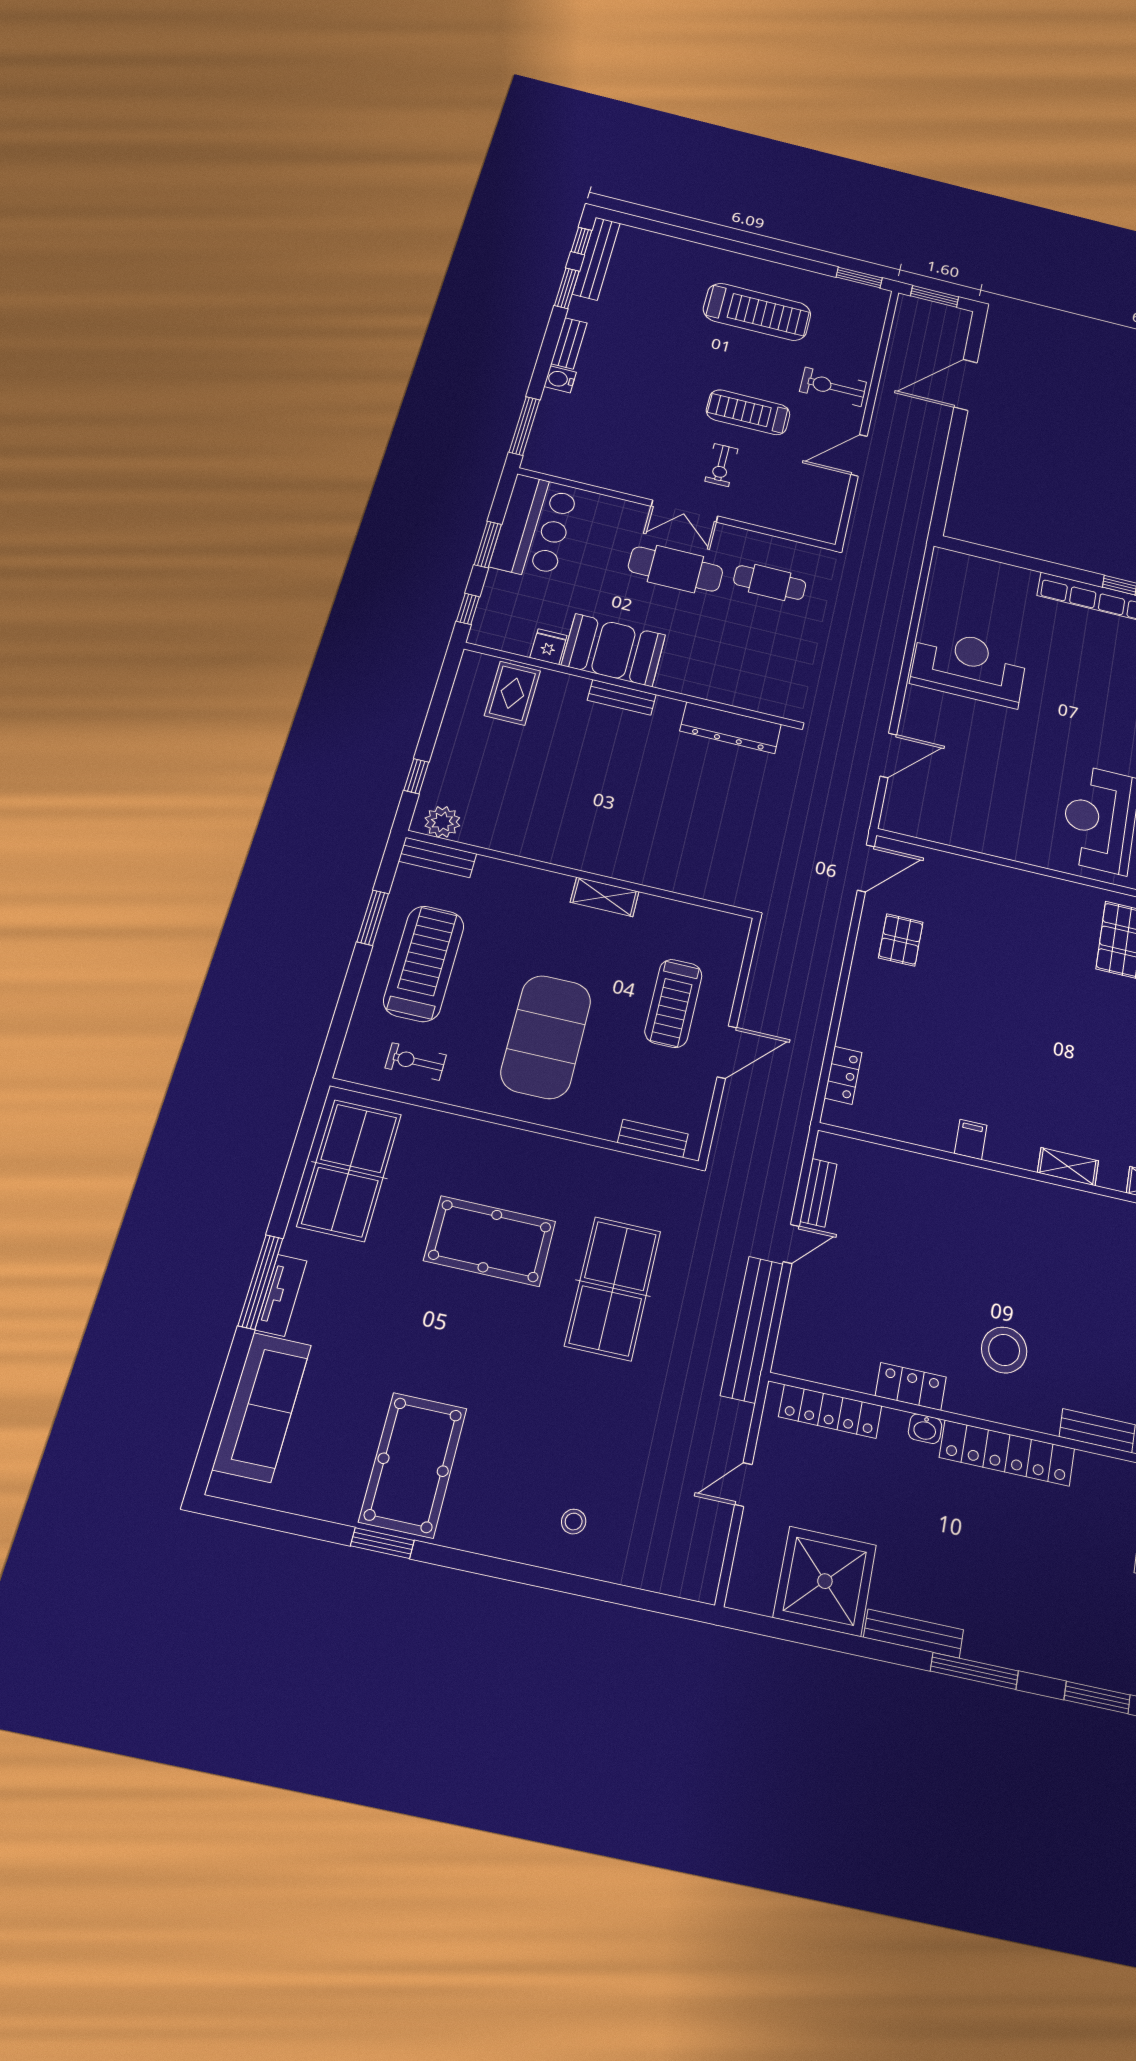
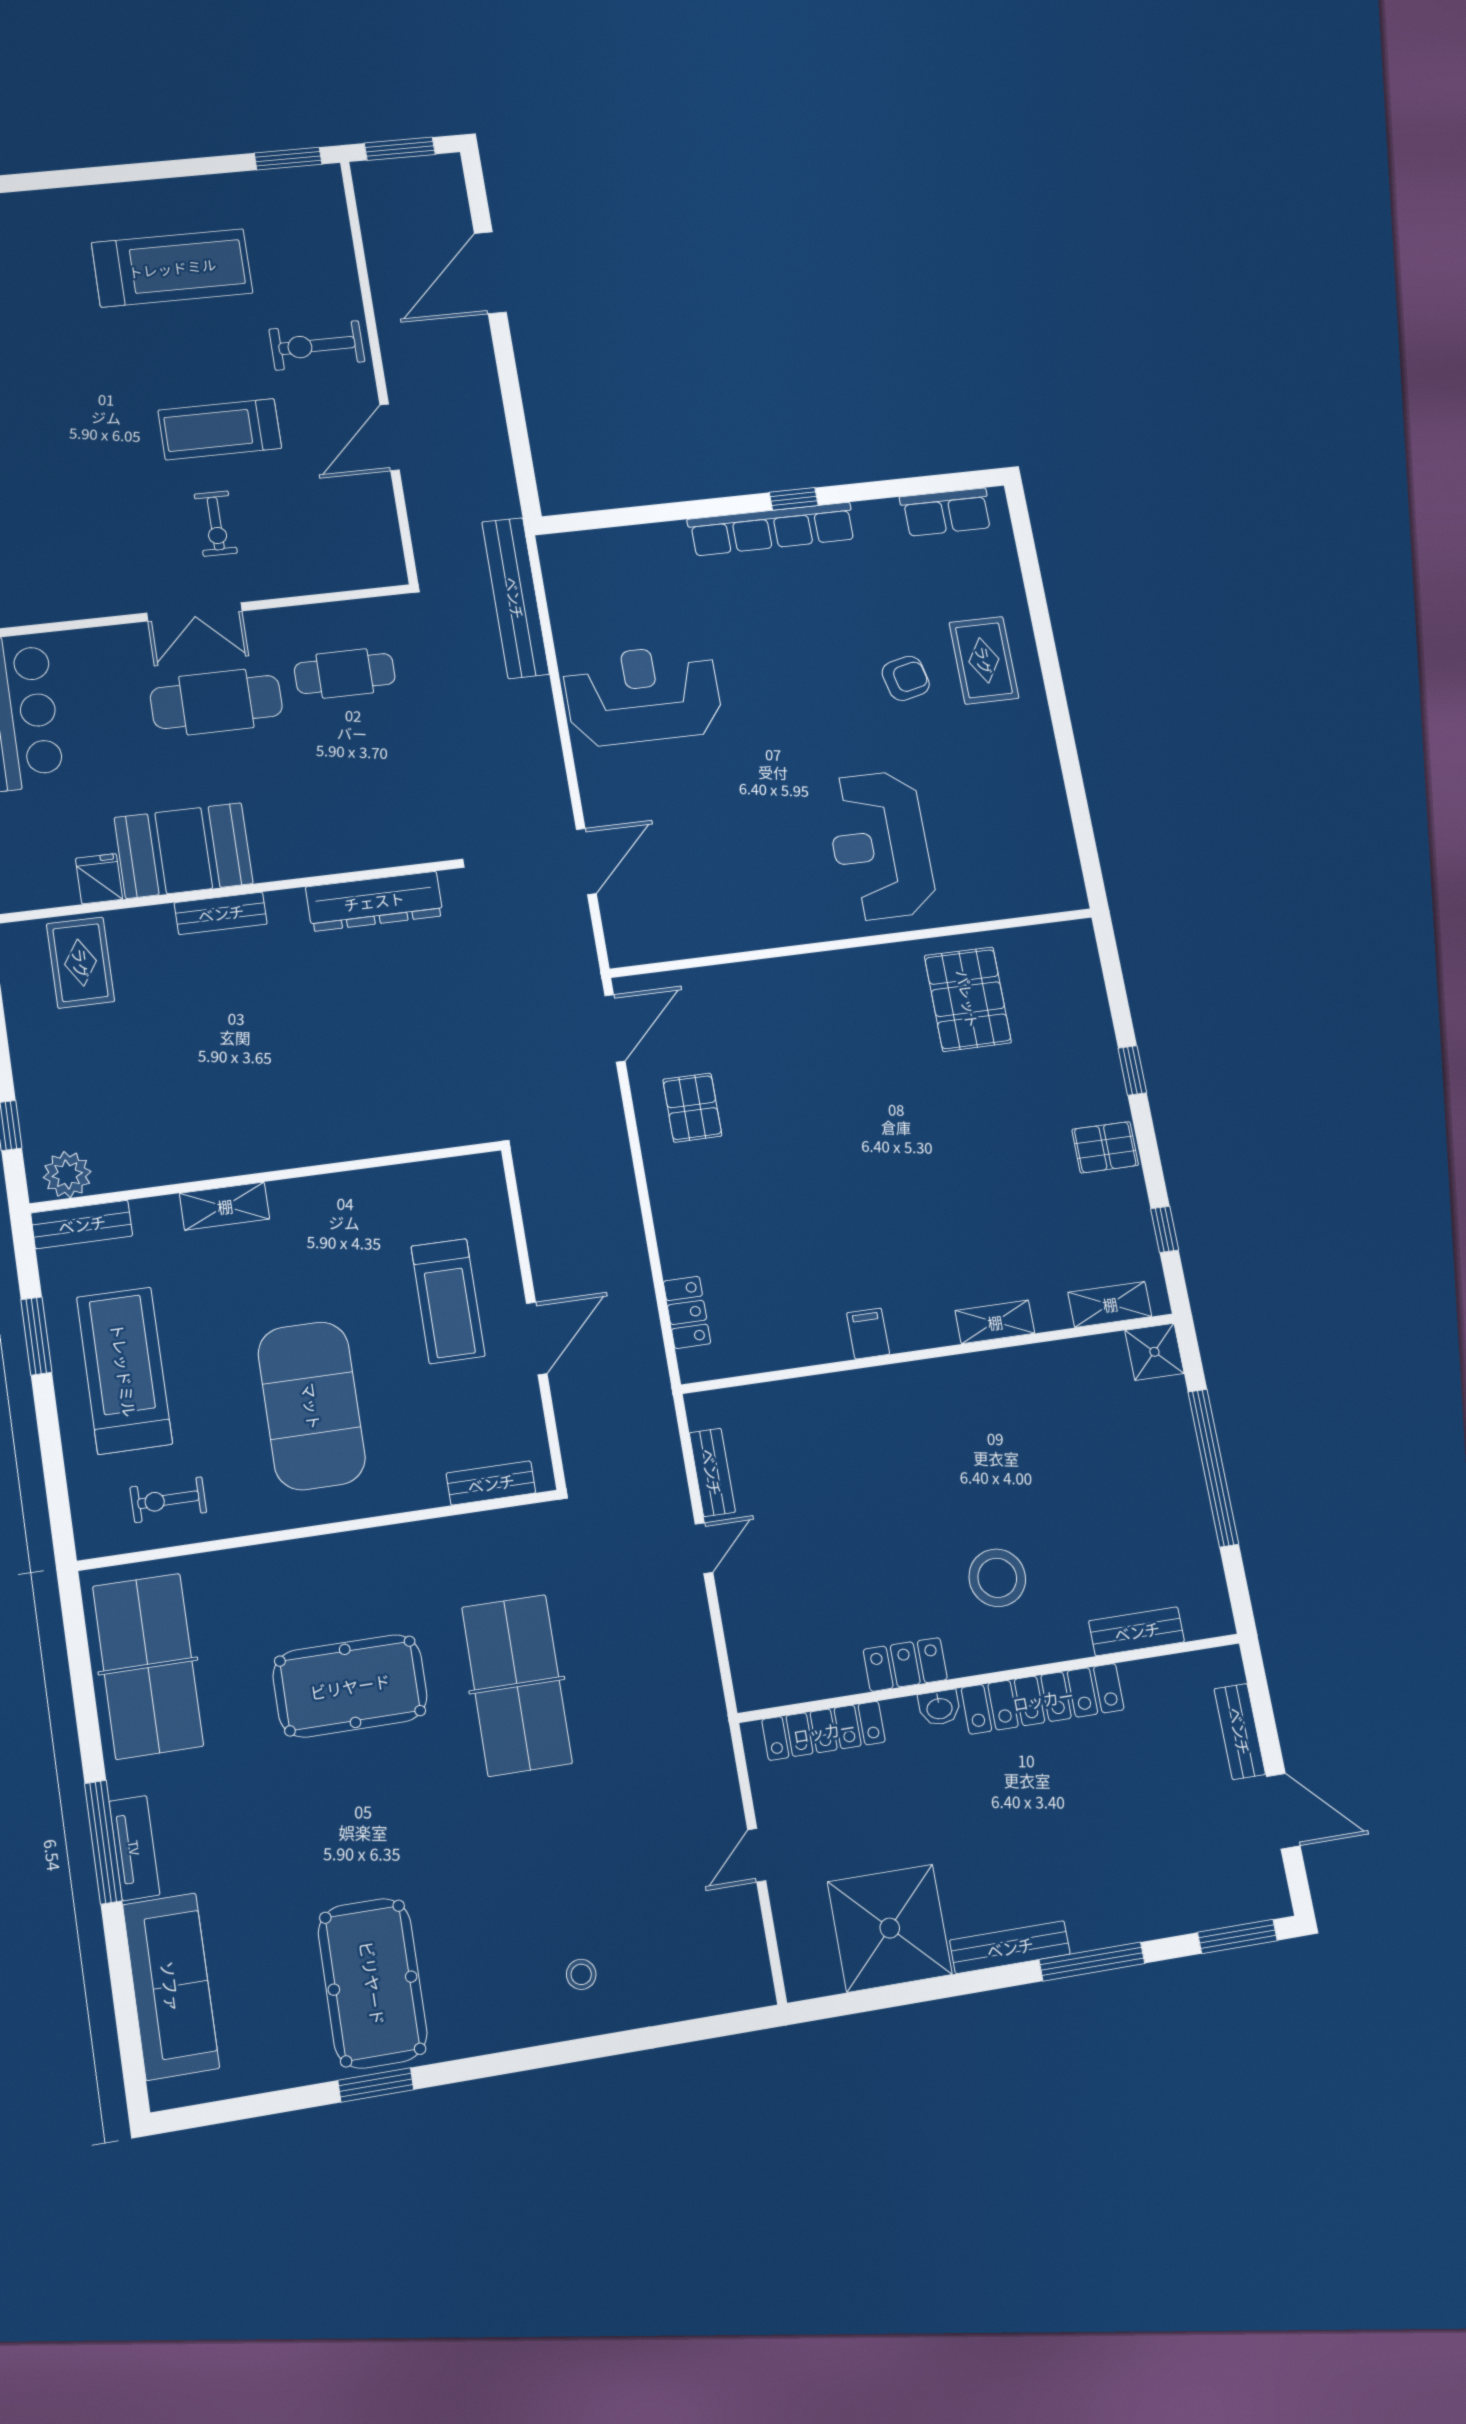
shelving: (605, 897) -> (225, 1206), moved
bench: (752, 1329) -> (515, 598), moved

